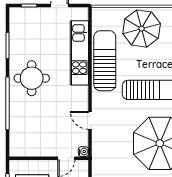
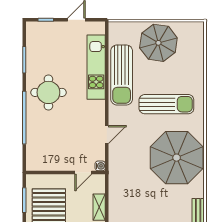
sun lounger: (105, 61) -> (122, 75), turned 180
door: (90, 120) -> (107, 135), swing flipped

